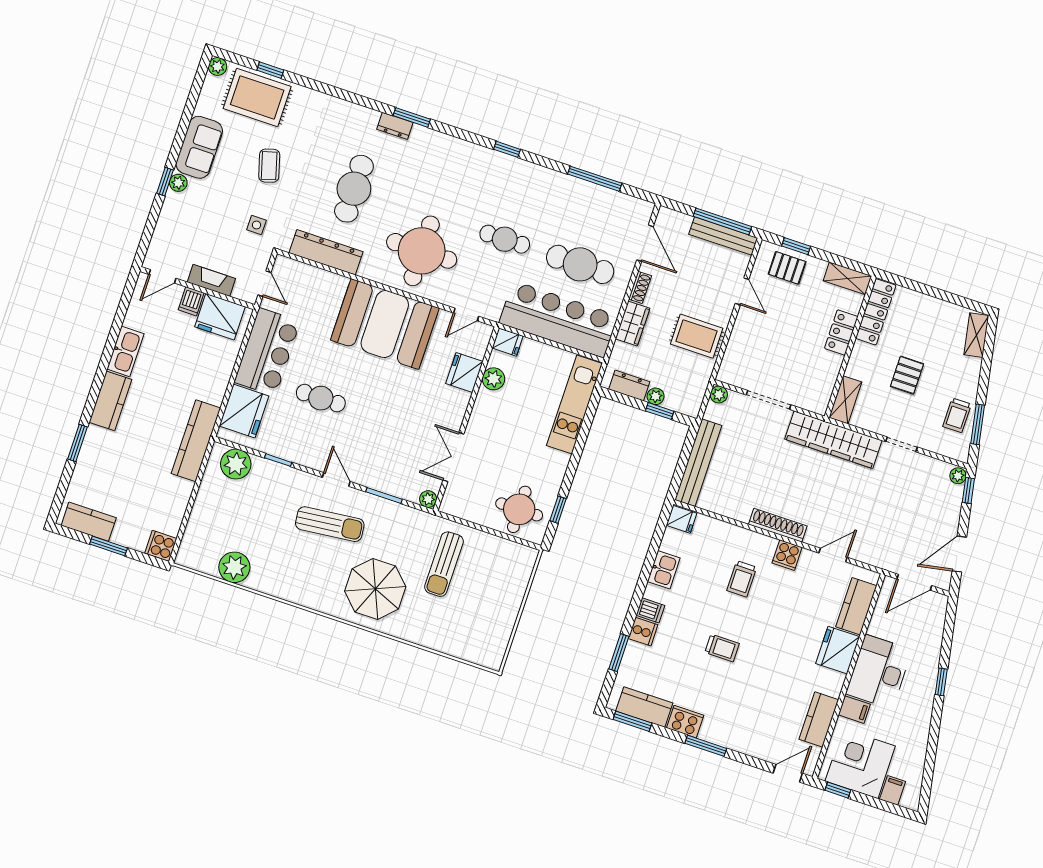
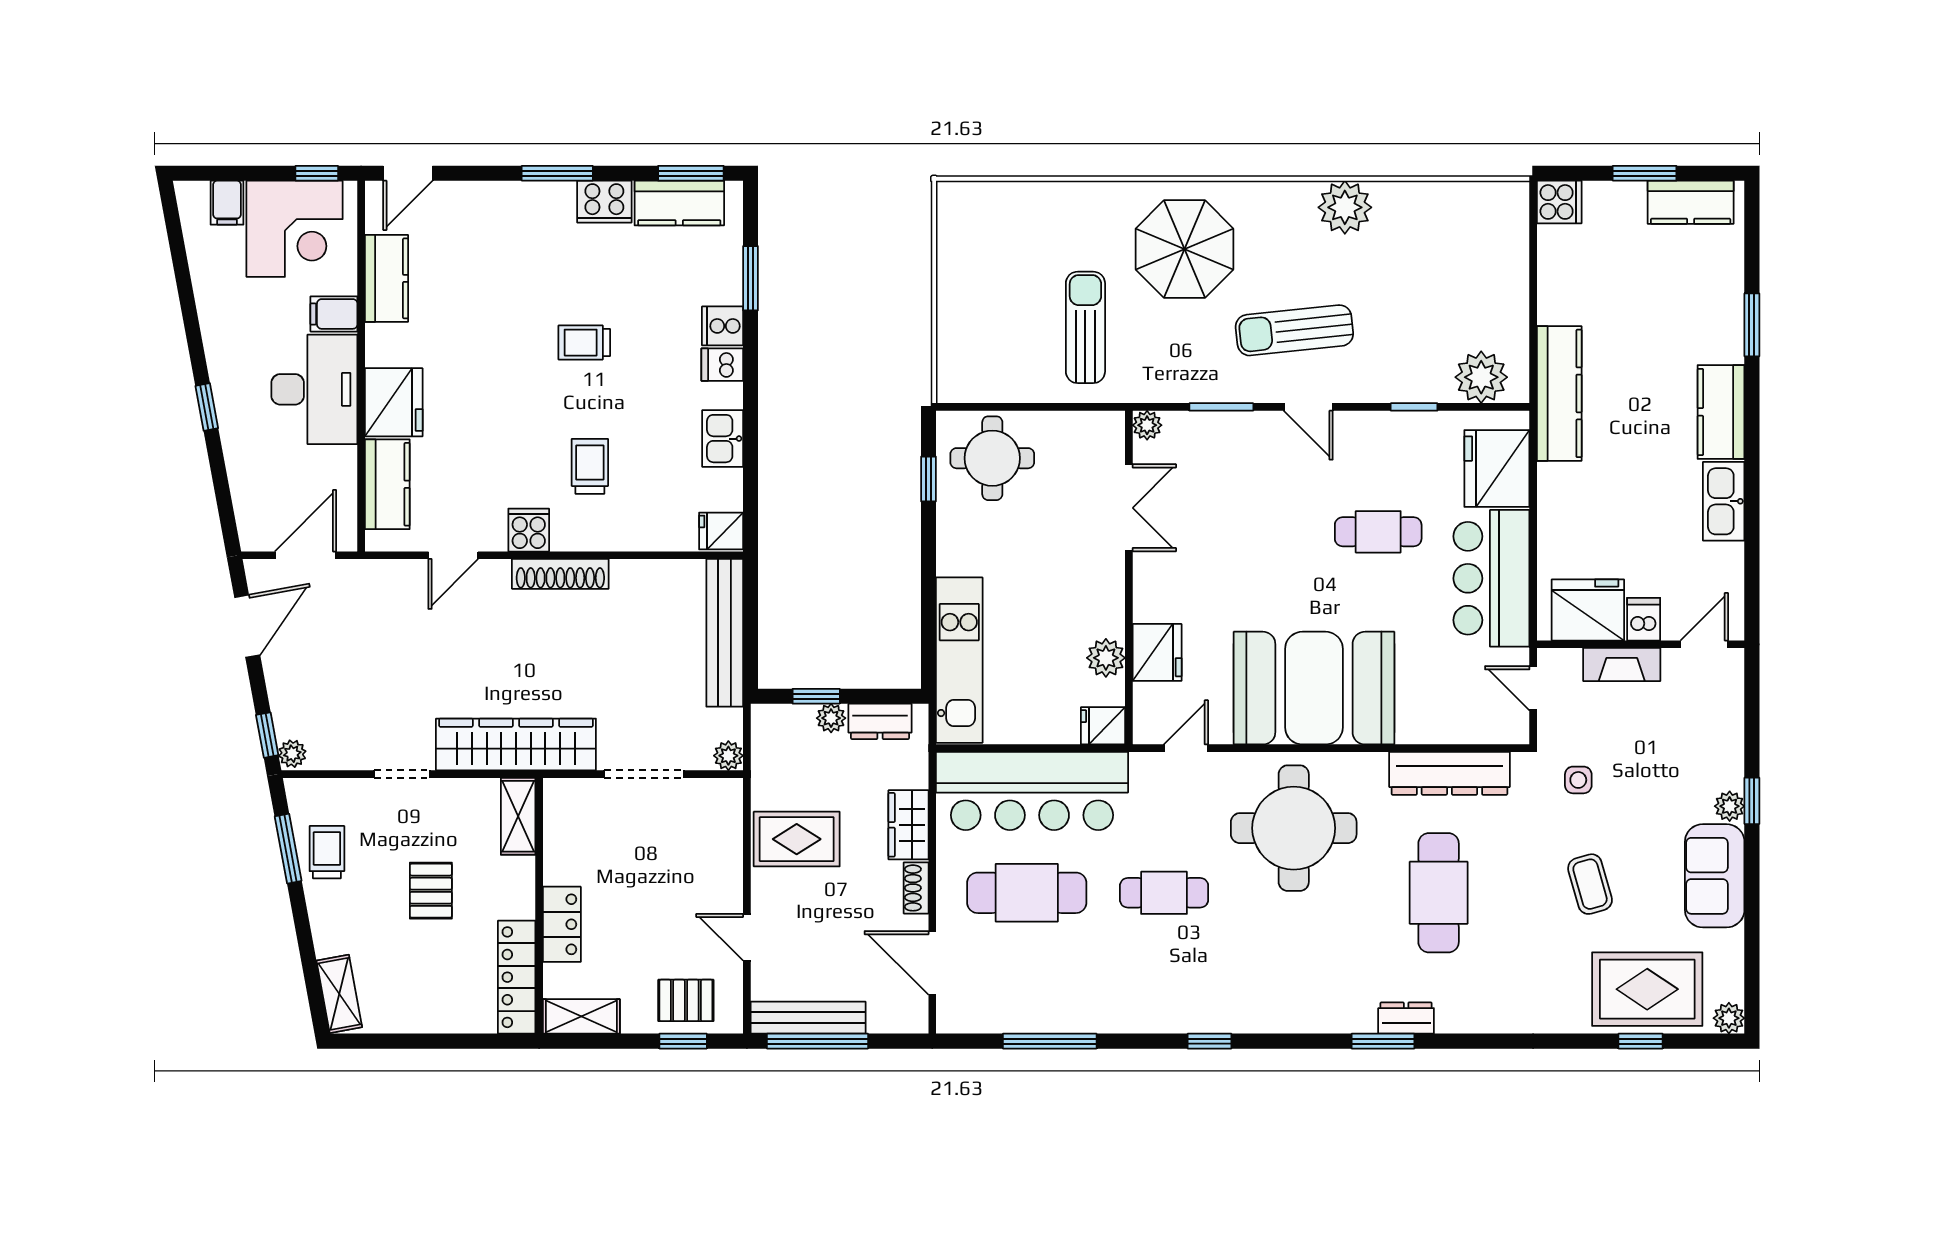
plant: (234, 567) -> (1345, 207), moved

